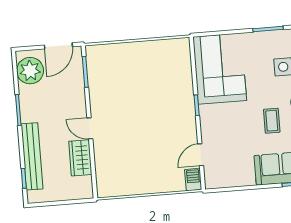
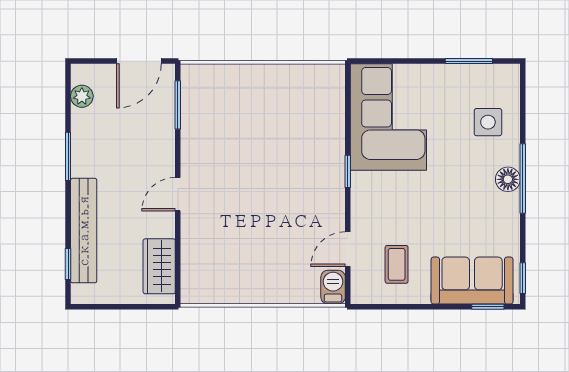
plant: (30, 71) -> (82, 96), width x0.53, depth x0.53
coffee table: (272, 121) -> (397, 264), moved
door: (90, 128) -> (178, 194), hinge flipped
wardrobe: (80, 158) -> (159, 266), moved

